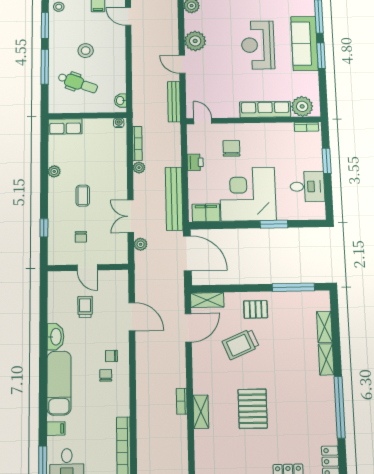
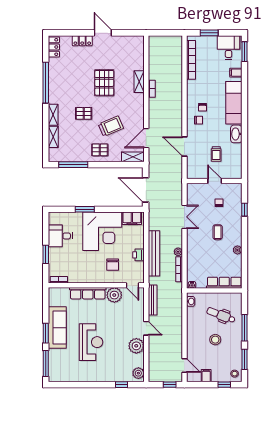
sofa: (304, 43) -> (57, 328), moved
plant: (302, 106) -> (114, 295), moved
row of seats: (65, 126) -> (224, 283), width x1.48
bench: (174, 199) -> (154, 253), moved
plant: (141, 244) -> (178, 197), removed
pallet: (281, 362) -> (84, 113), added

